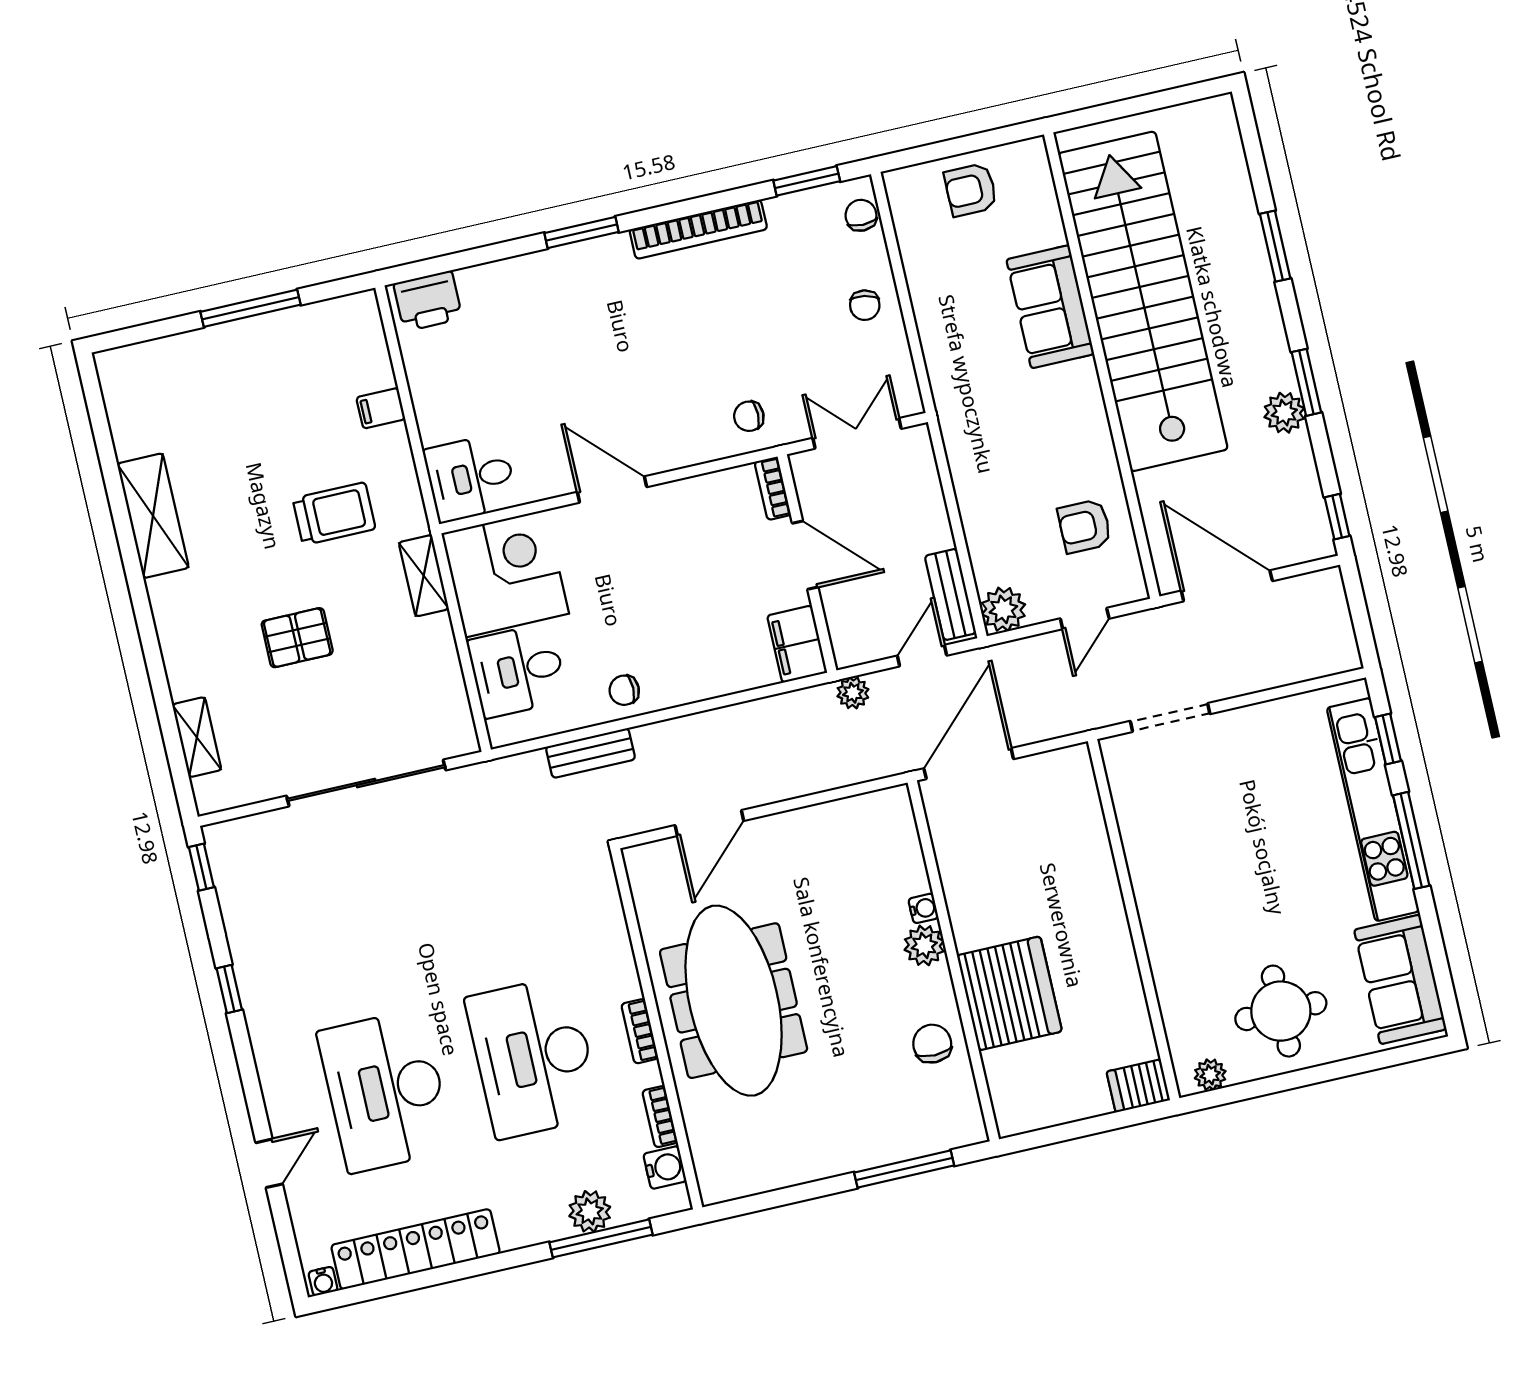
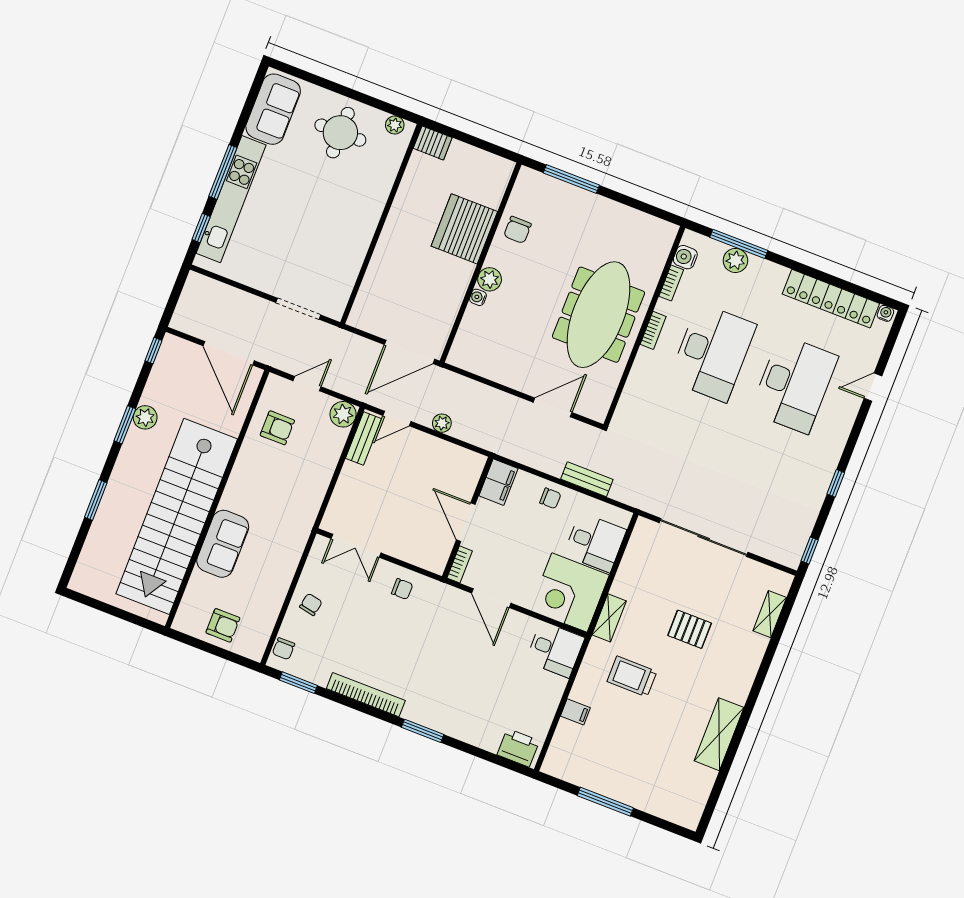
bookcase: (773, 488) -> (460, 564), moved
door: (805, 555) -> (466, 522), moved
wall: (807, 563) -> (468, 517), moved
filing cabinet: (797, 644) -> (498, 482), moved

